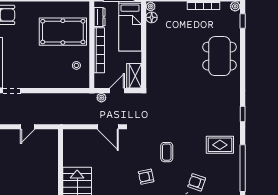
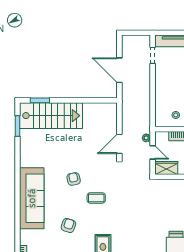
door: (28, 127) -> (119, 70), width x1.88

